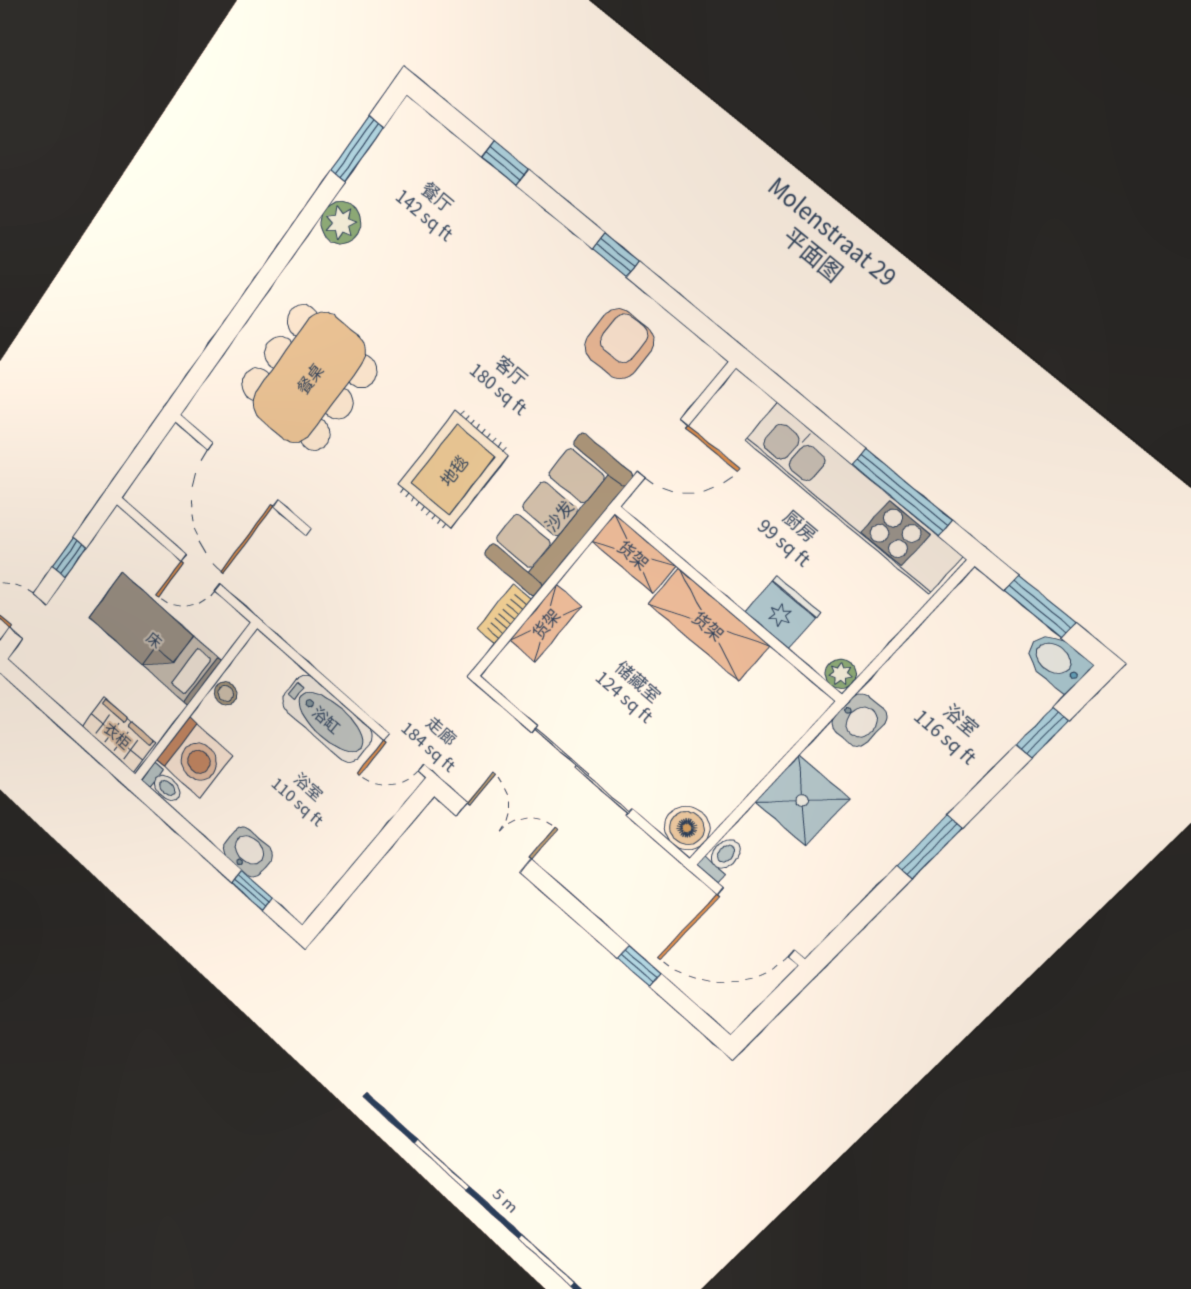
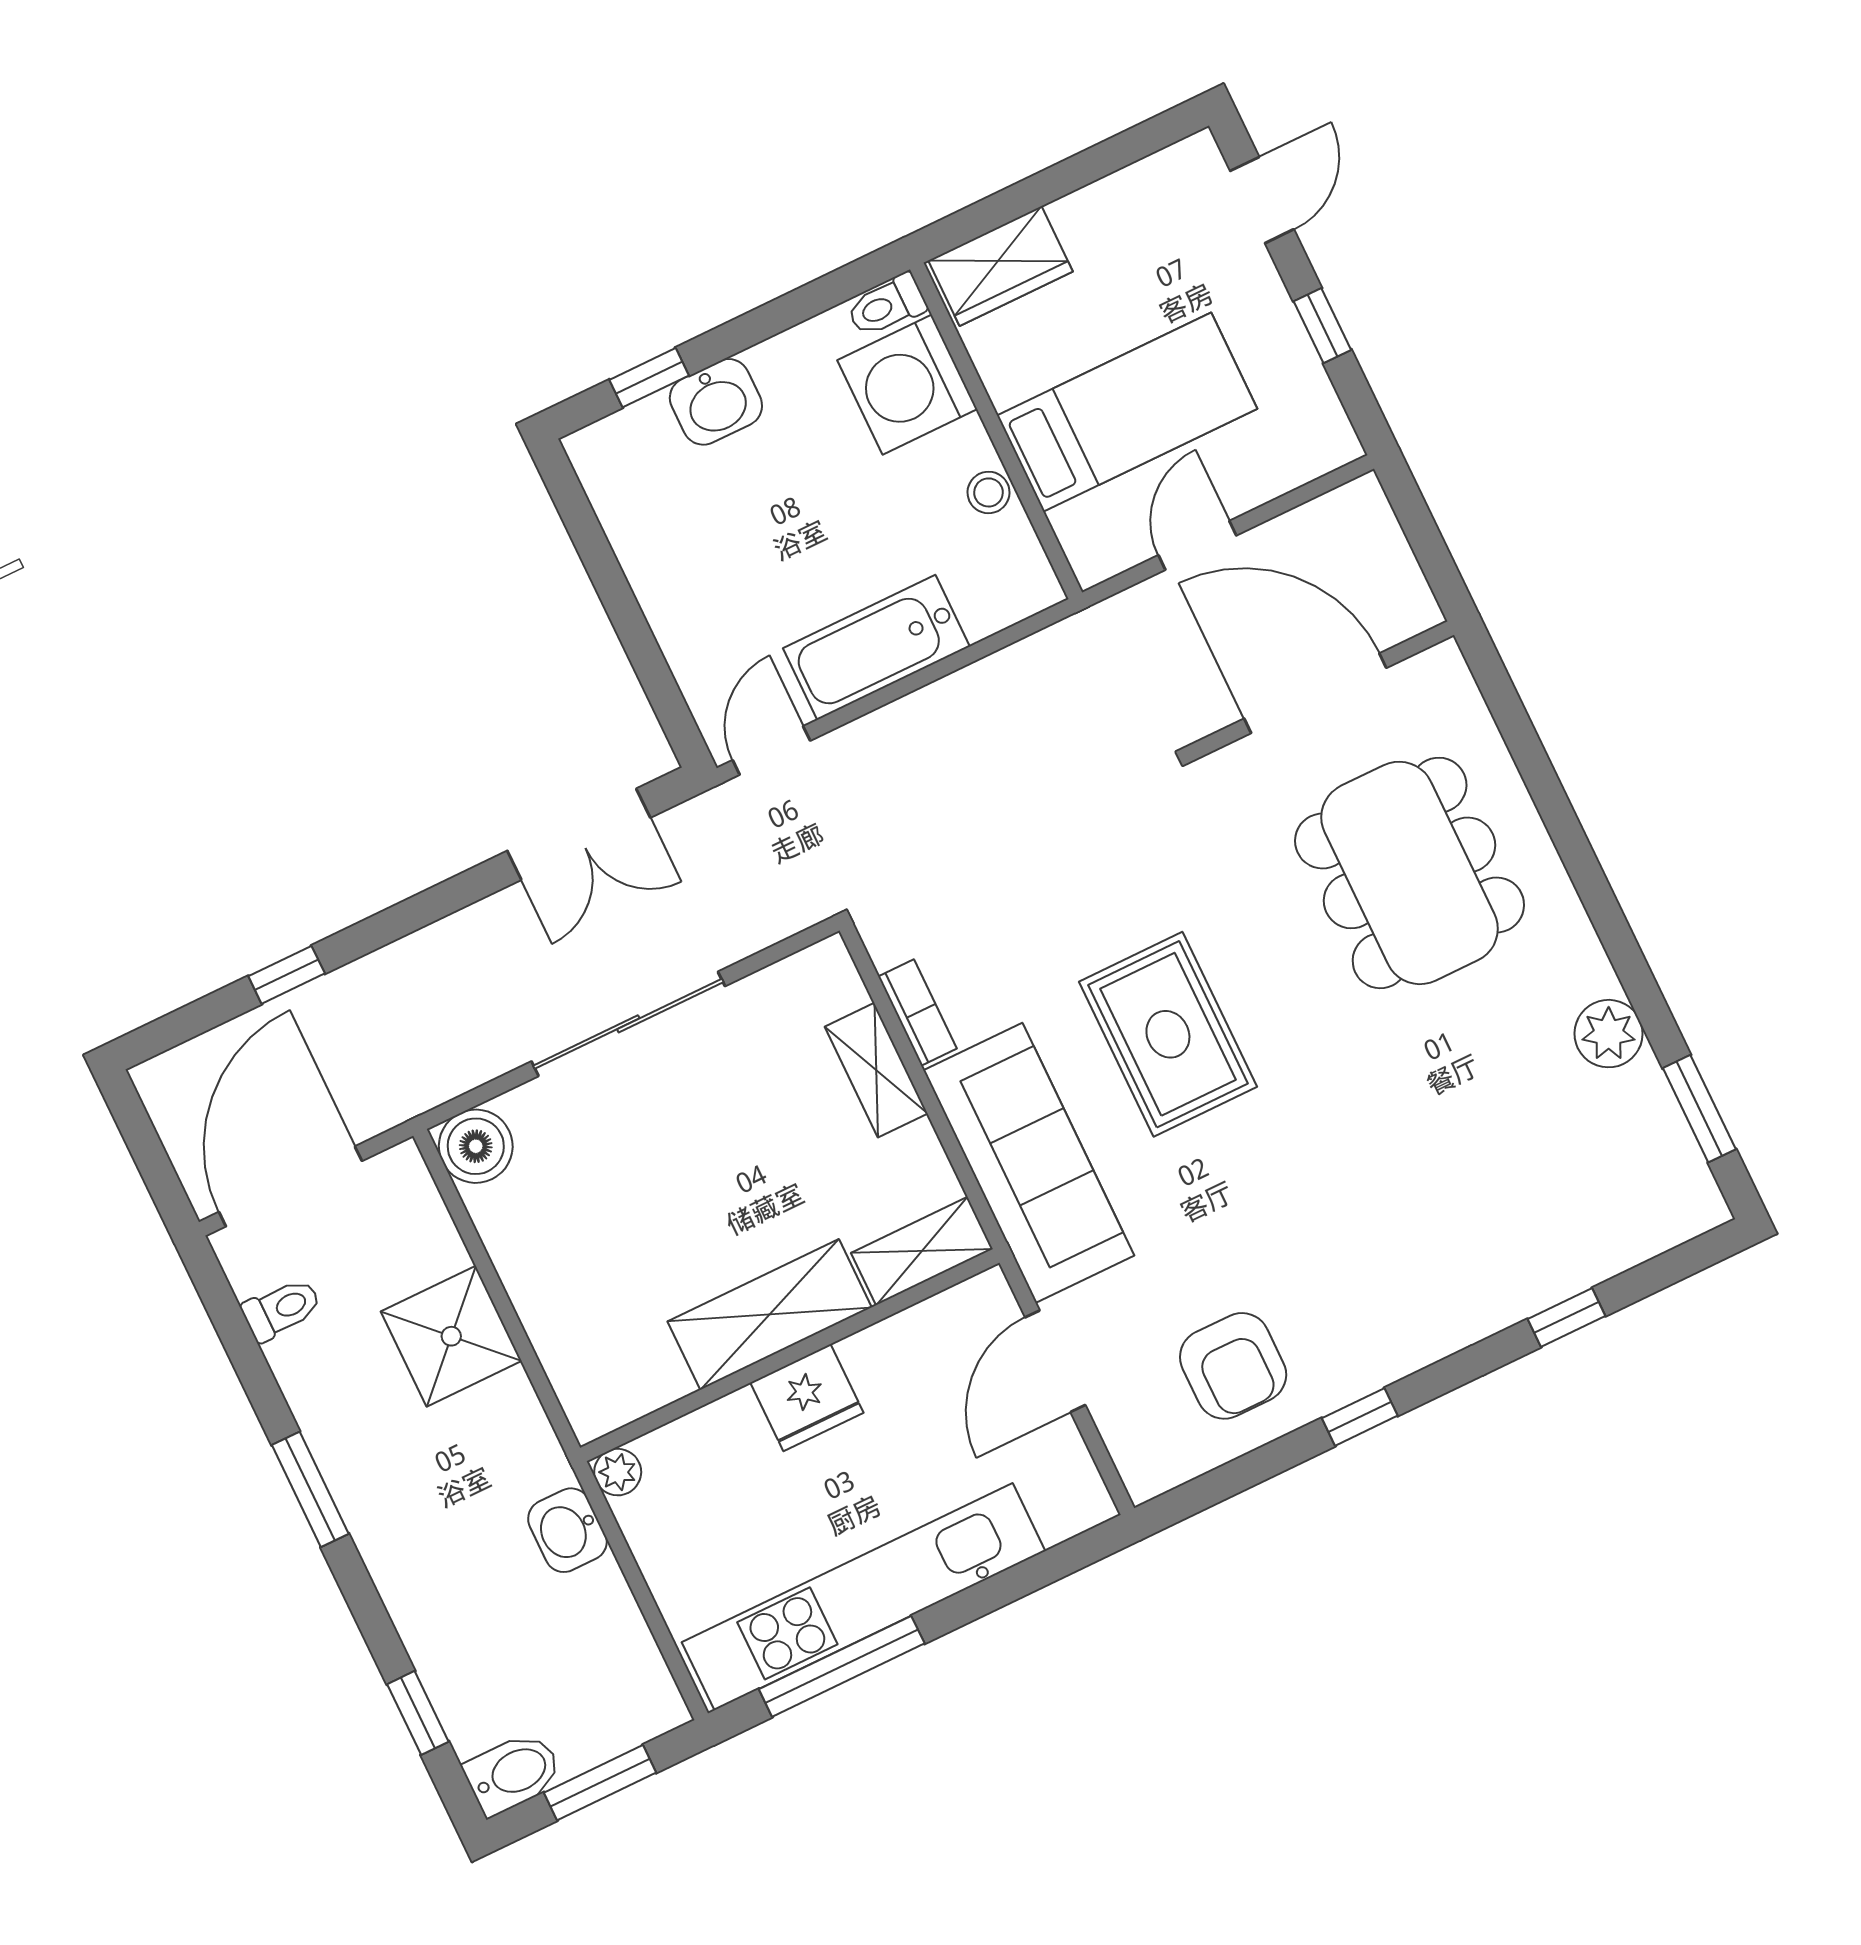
fridge: (783, 612) -> (807, 1398), moved
washbasin: (859, 720) -> (567, 1530), moved
toilet: (722, 858) -> (282, 1309), moved, turned -90

